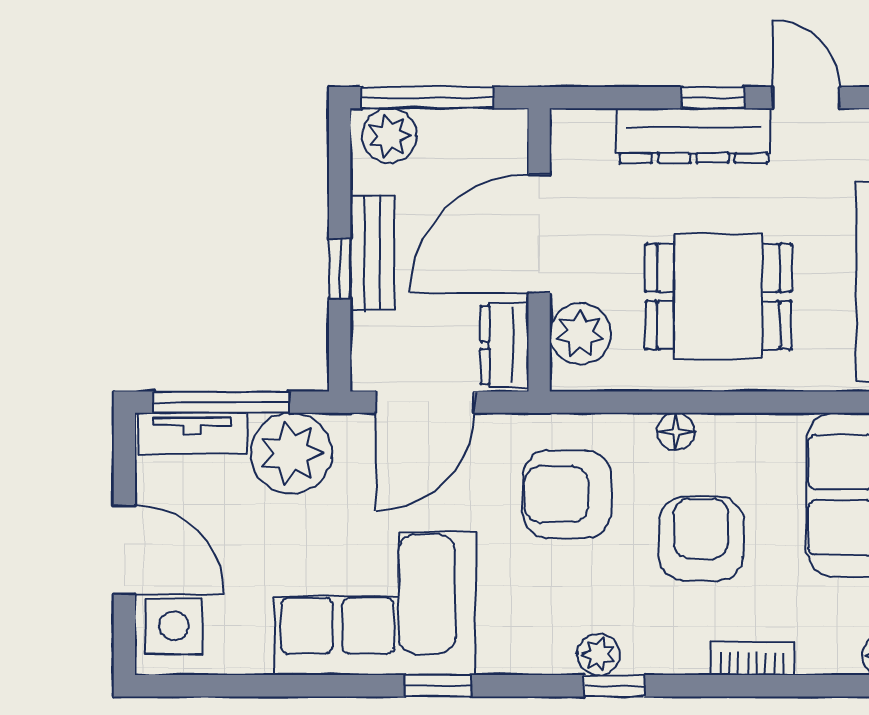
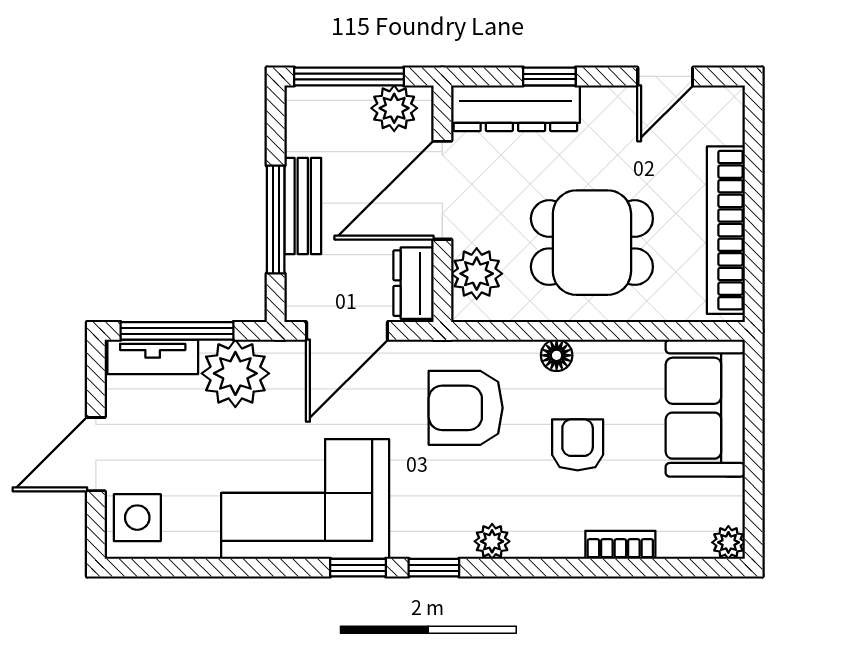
window: (713, 98) -> (549, 76), moved
door: (806, 98) -> (665, 76), swing flipped
plant: (389, 136) -> (394, 108), moved
dresser: (693, 136) -> (515, 108), moved
window: (340, 269) -> (276, 219), width x2.17
armchair: (701, 539) -> (578, 445), width x0.72, depth x0.72
door: (124, 550) -> (96, 454), swing flipped
window: (614, 686) -> (434, 568), moved

